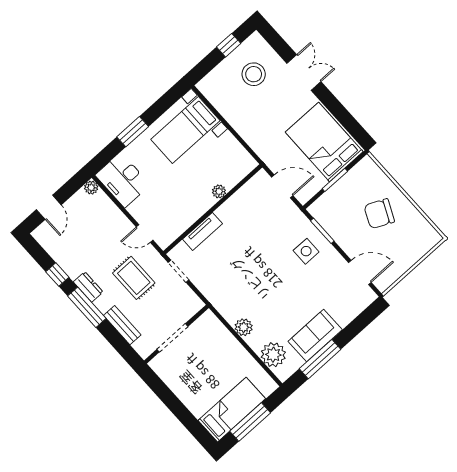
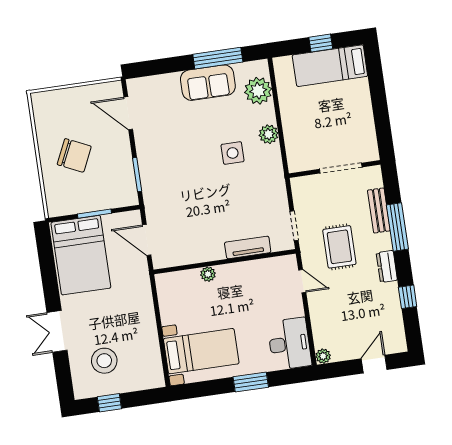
side table: (306, 251) -> (233, 153), moved
window: (87, 307) -> (397, 227), moved
window: (250, 422) -> (321, 43), width x0.46

